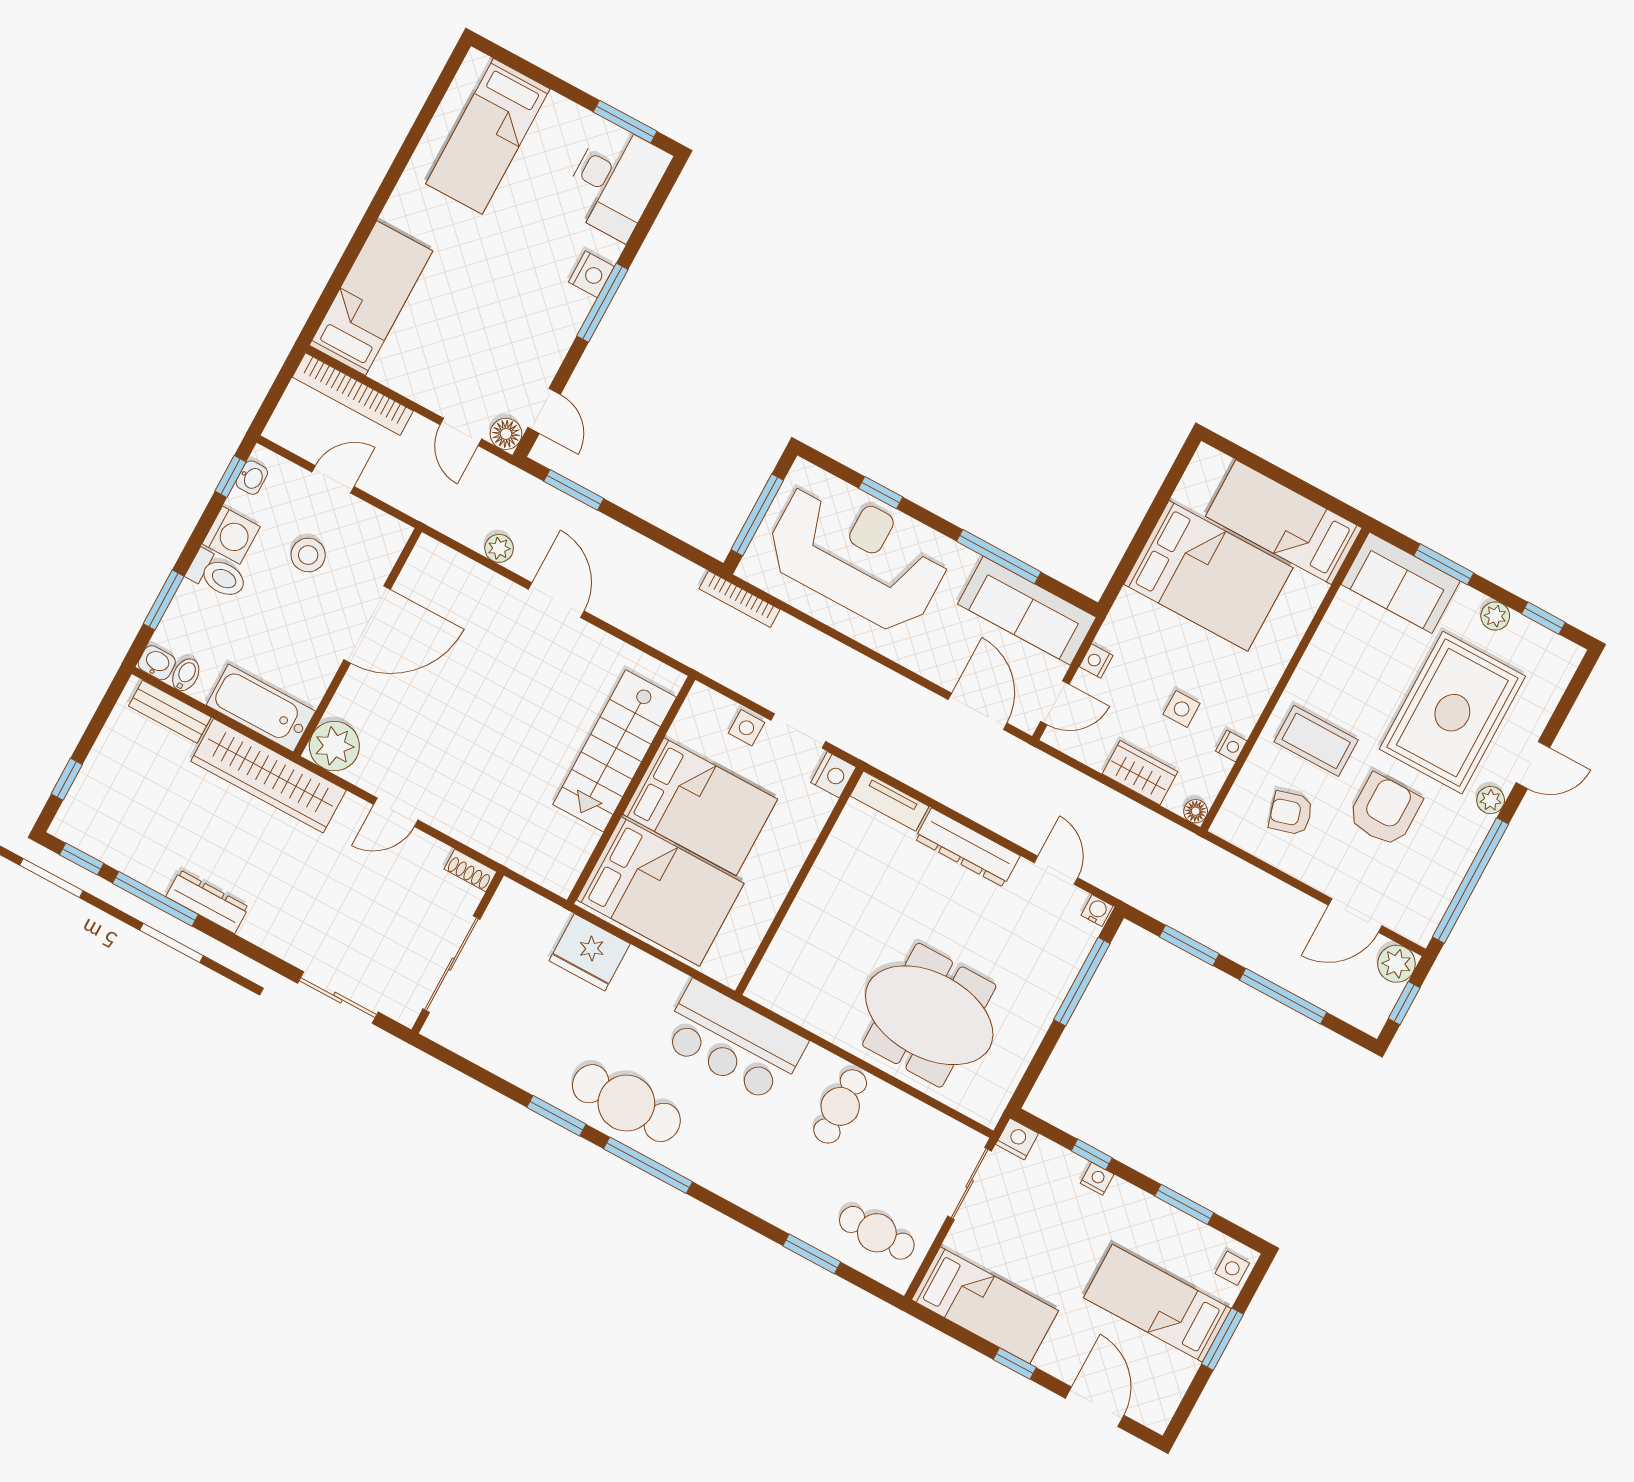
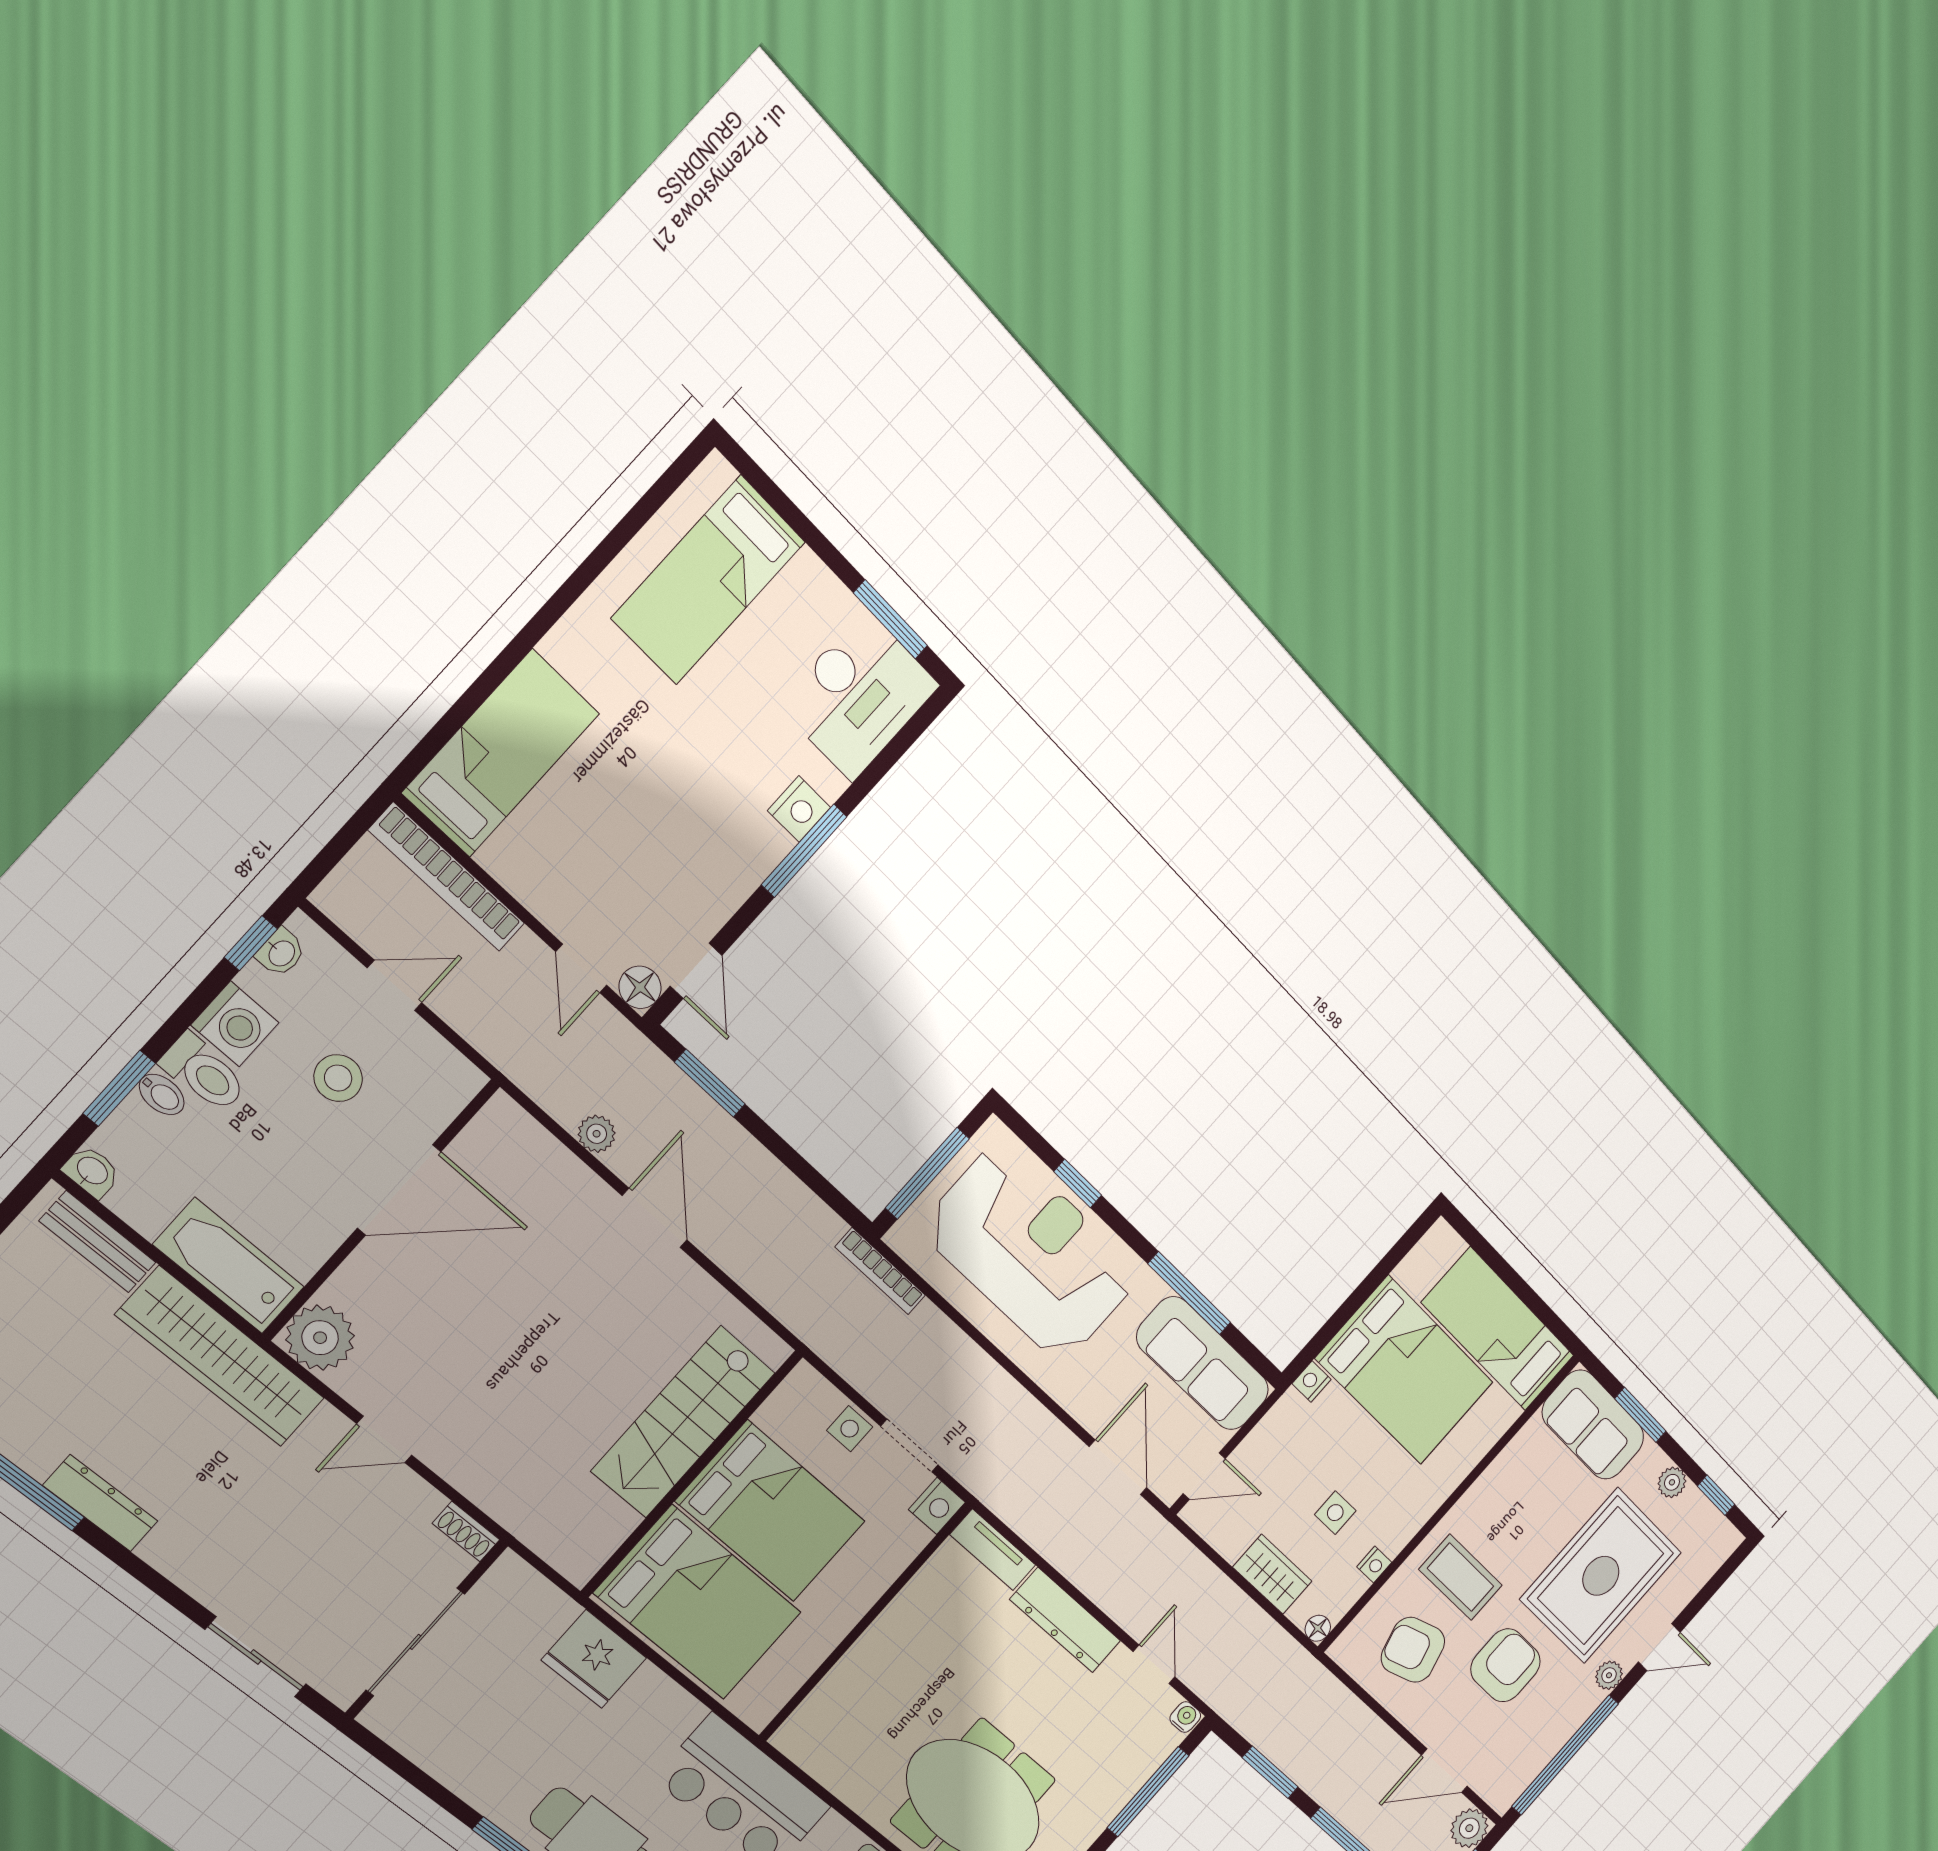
nightstand: (1096, 661) -> (1312, 1382), moved
bidet: (186, 675) -> (162, 1094), moved, turned 90
armchair: (1291, 813) -> (1413, 1650), width x1.38, depth x1.38

